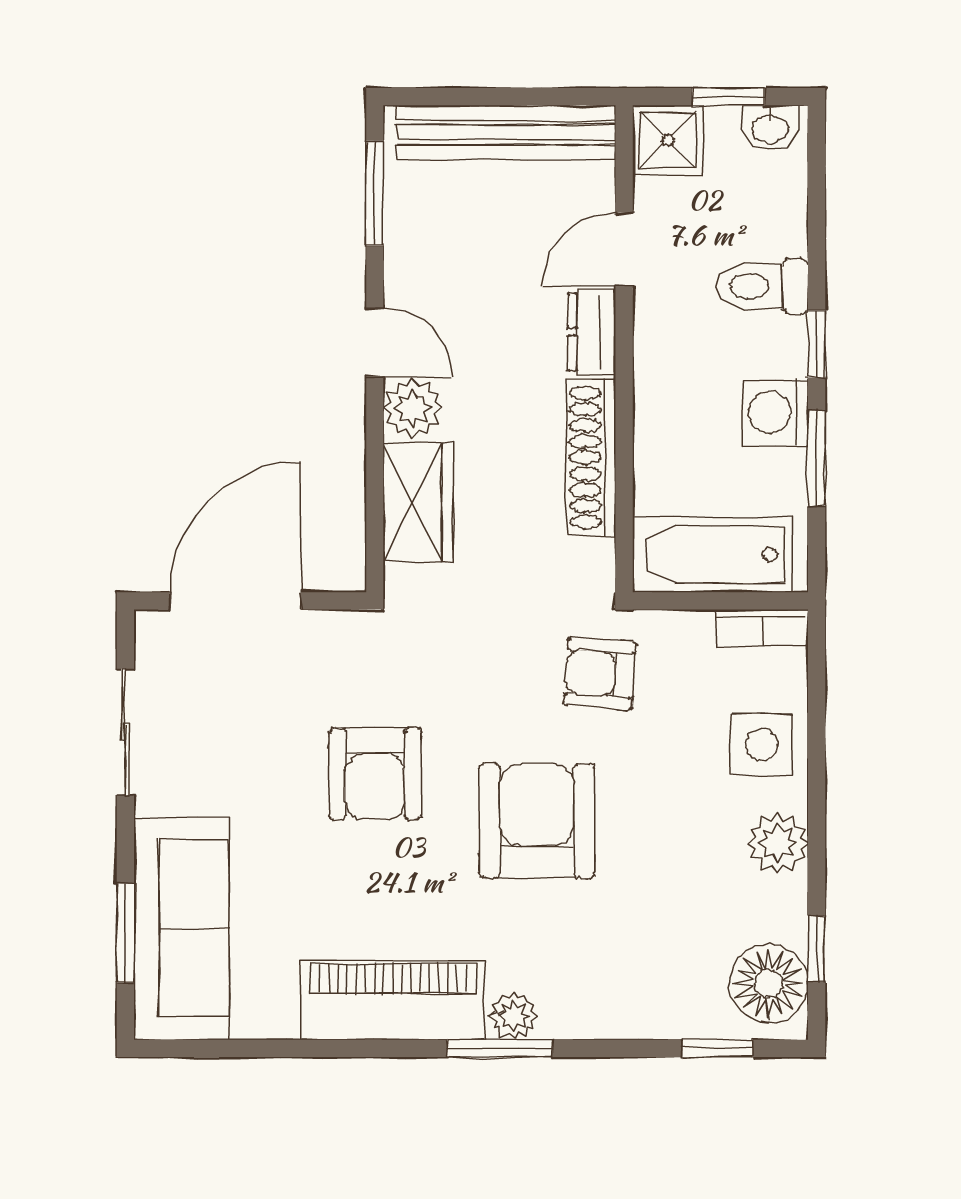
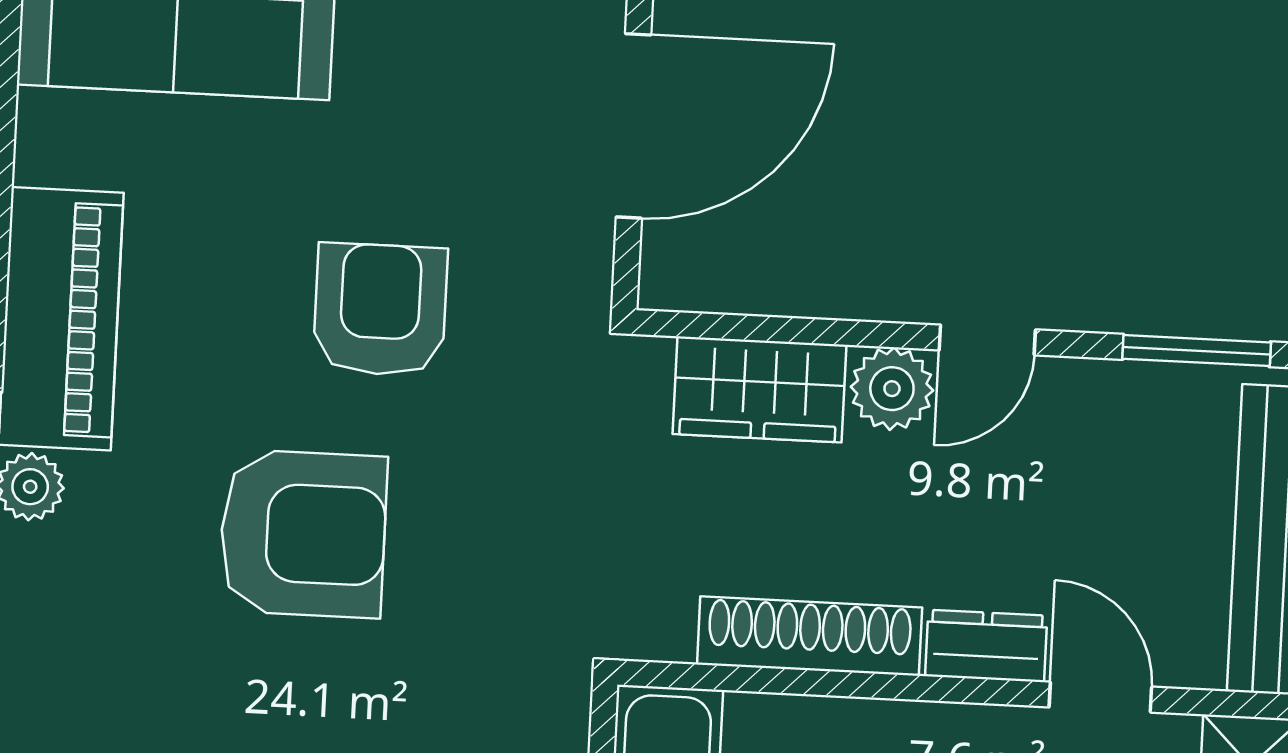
door: (236, 601) -> (633, 126), hinge flipped
armchair: (600, 674) -> (505, 633), removed
armchair: (375, 774) -> (380, 310), turned 90

